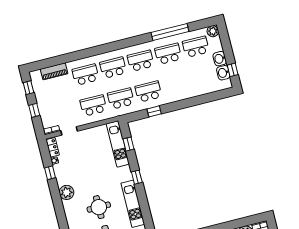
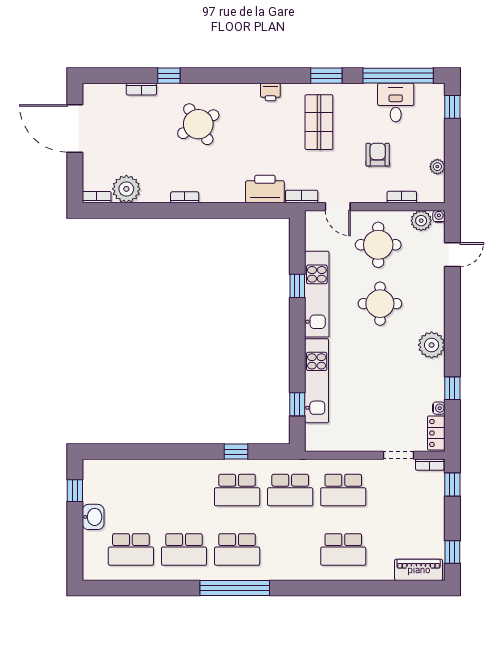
plant: (213, 31) -> (93, 570), removed
window: (170, 32) -> (235, 588), moved
school desk: (113, 68) -> (290, 549), removed
piano: (54, 71) -> (419, 570), moved
washbasin: (223, 73) -> (93, 490), removed
window: (34, 110) -> (452, 484), moved
kitchen unit: (118, 144) -> (317, 381), moved
window: (137, 177) -> (297, 286), moved

